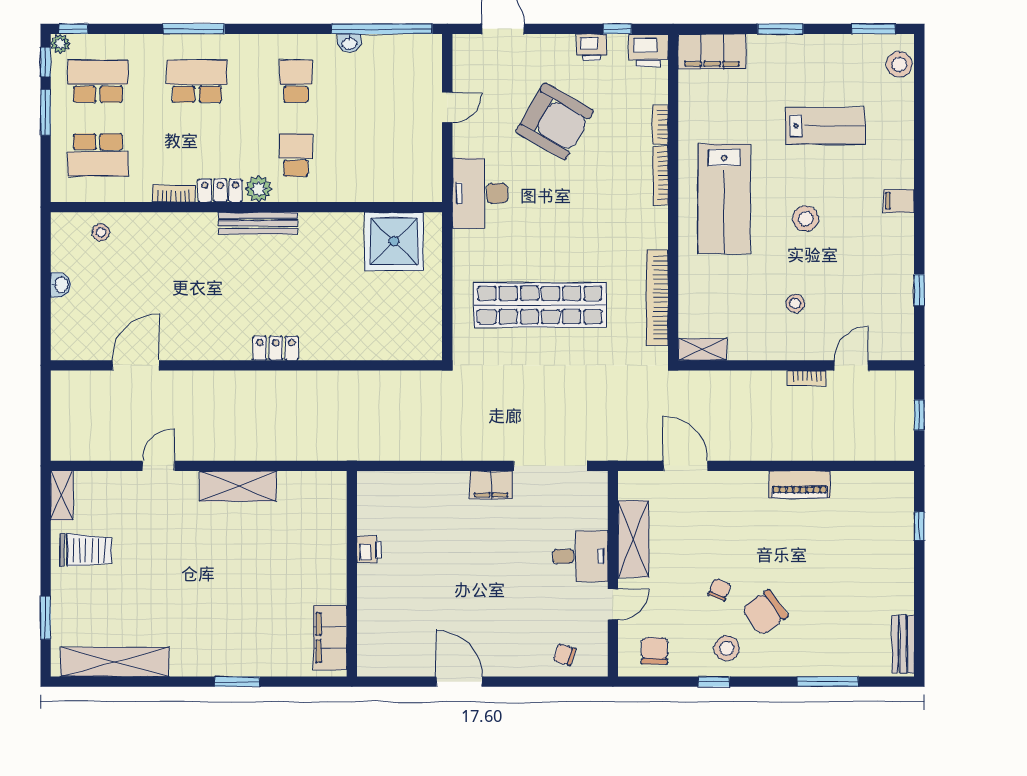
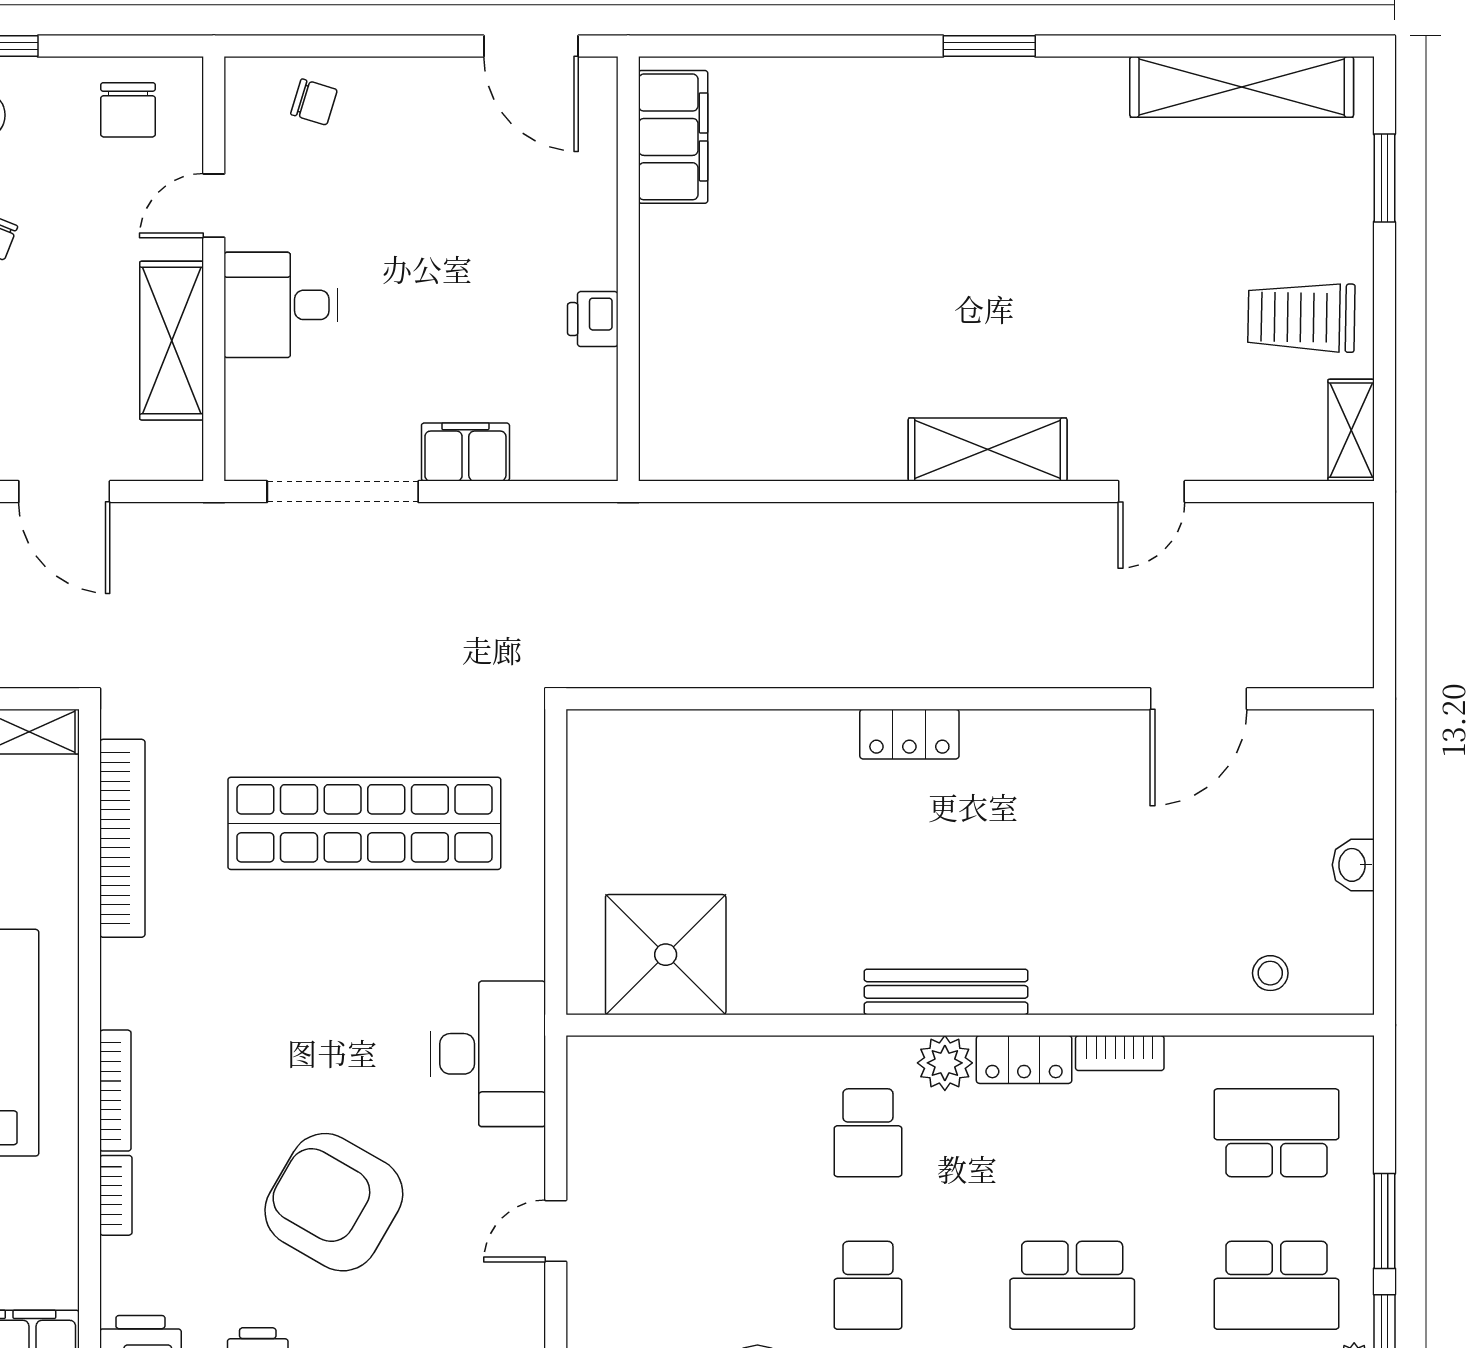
printer: (369, 549) -> (593, 319), moved
wall: (352, 574) -> (628, 269), moved
filing cabinet: (330, 638) -> (673, 137), moved

